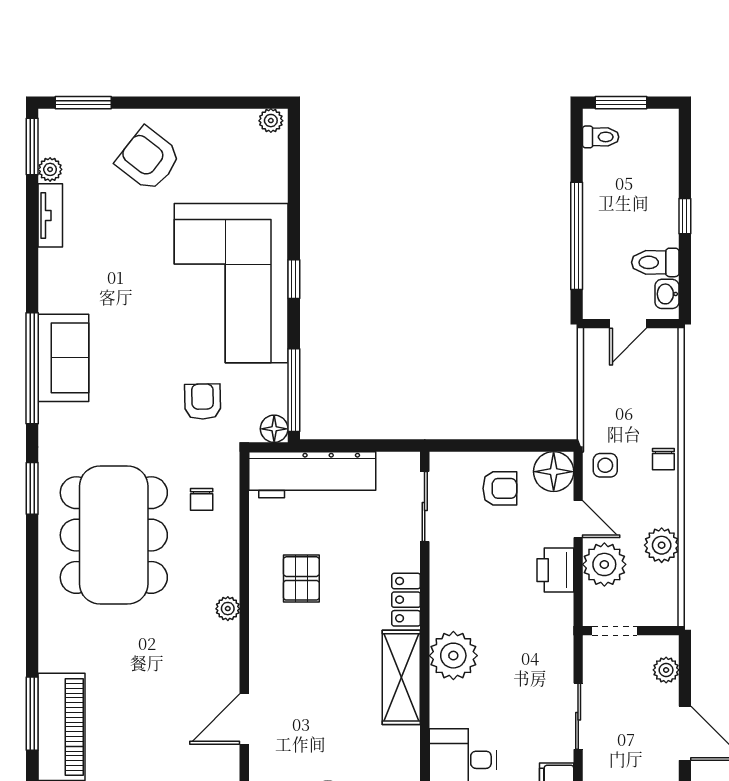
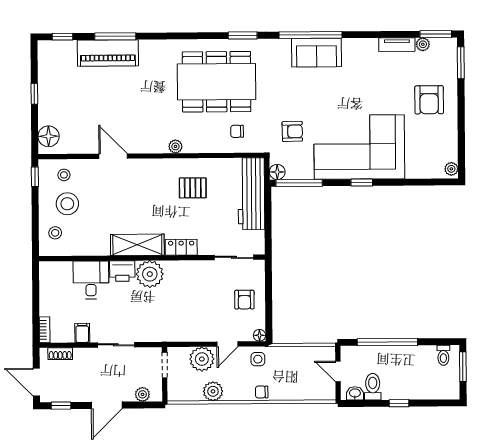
armchair: (148, 159) -> (429, 100), turned 142
floor lamp: (554, 472) -> (259, 335), width x0.53, depth x0.53
printer: (555, 570) -> (122, 271), moved, turned 180

